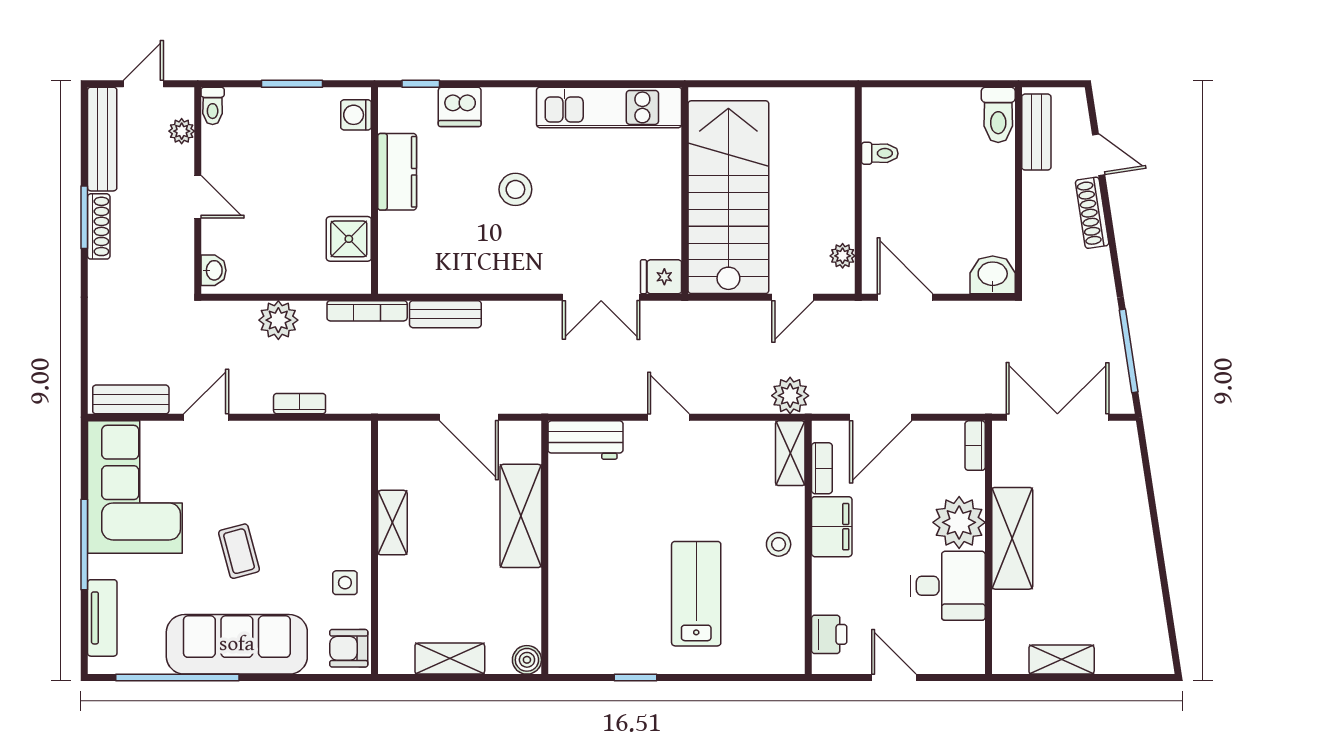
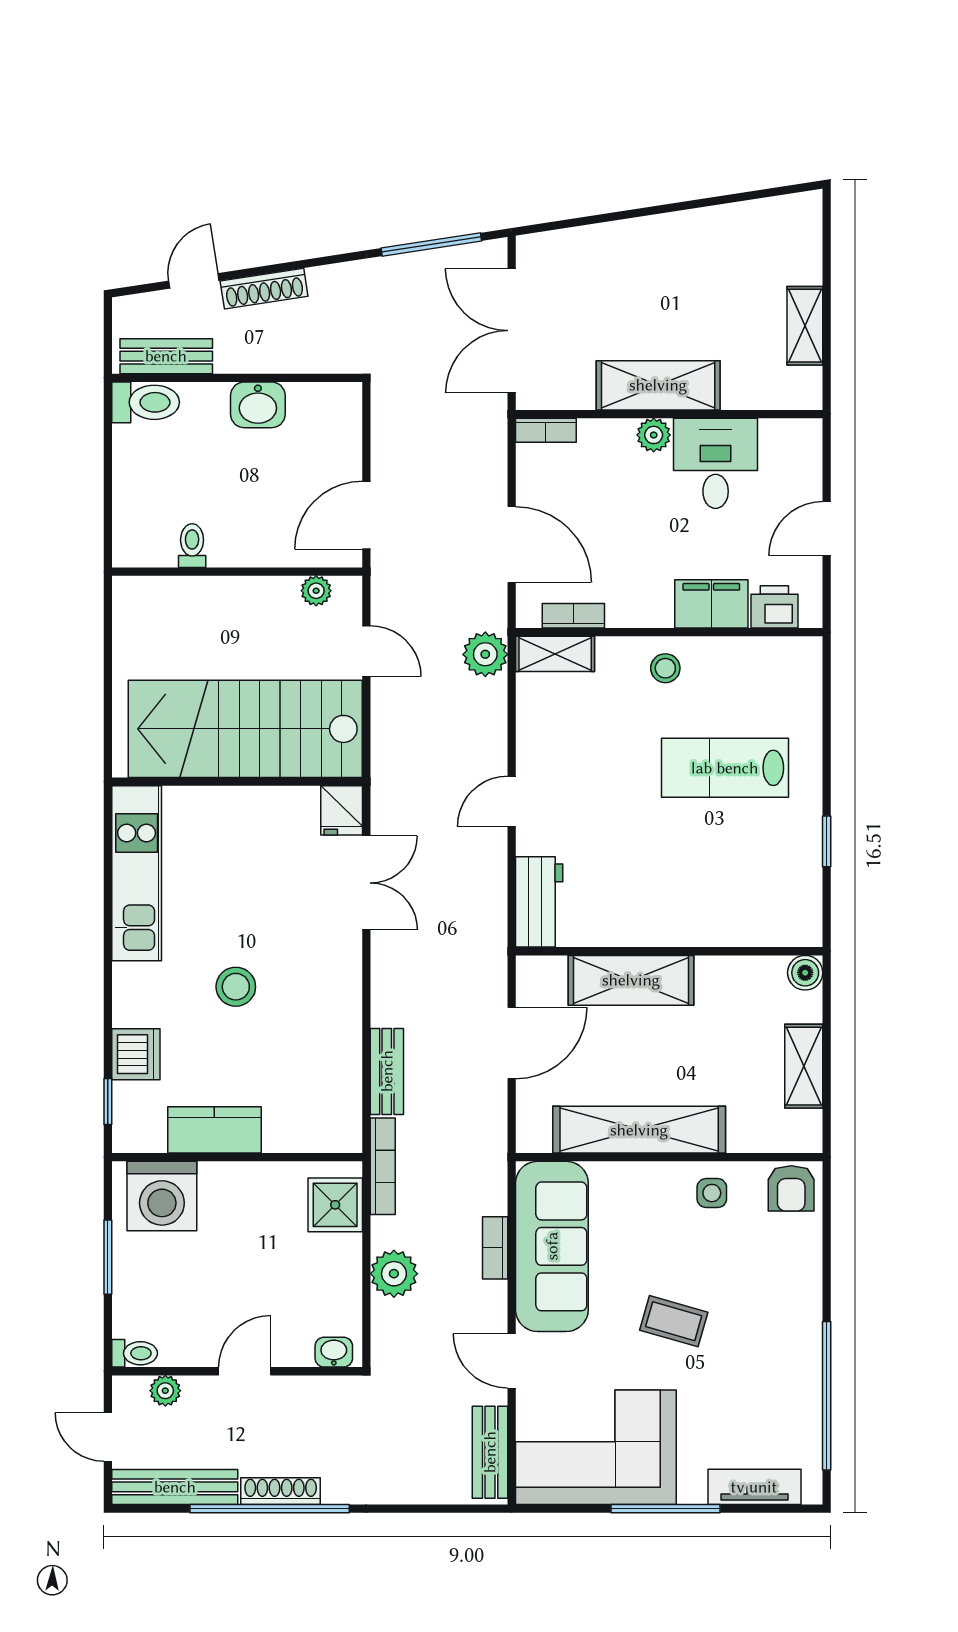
washing machine: (356, 115) -> (162, 1196), width x1.89, depth x1.89
window: (84, 217) -> (270, 1509), width x2.11
shower: (349, 239) -> (335, 1205), moved
washbasin: (993, 275) -> (258, 405), moved, turned -90
plant: (959, 522) -> (654, 435), width x0.53, depth x0.53
shelving: (392, 523) -> (639, 1130), width x2.20, depth x1.33
filing cabinet: (832, 527) -> (711, 604), moved
coffee table: (239, 551) -> (674, 1321), turned 31
sofa: (237, 644) -> (552, 1246), moved, turned 180

